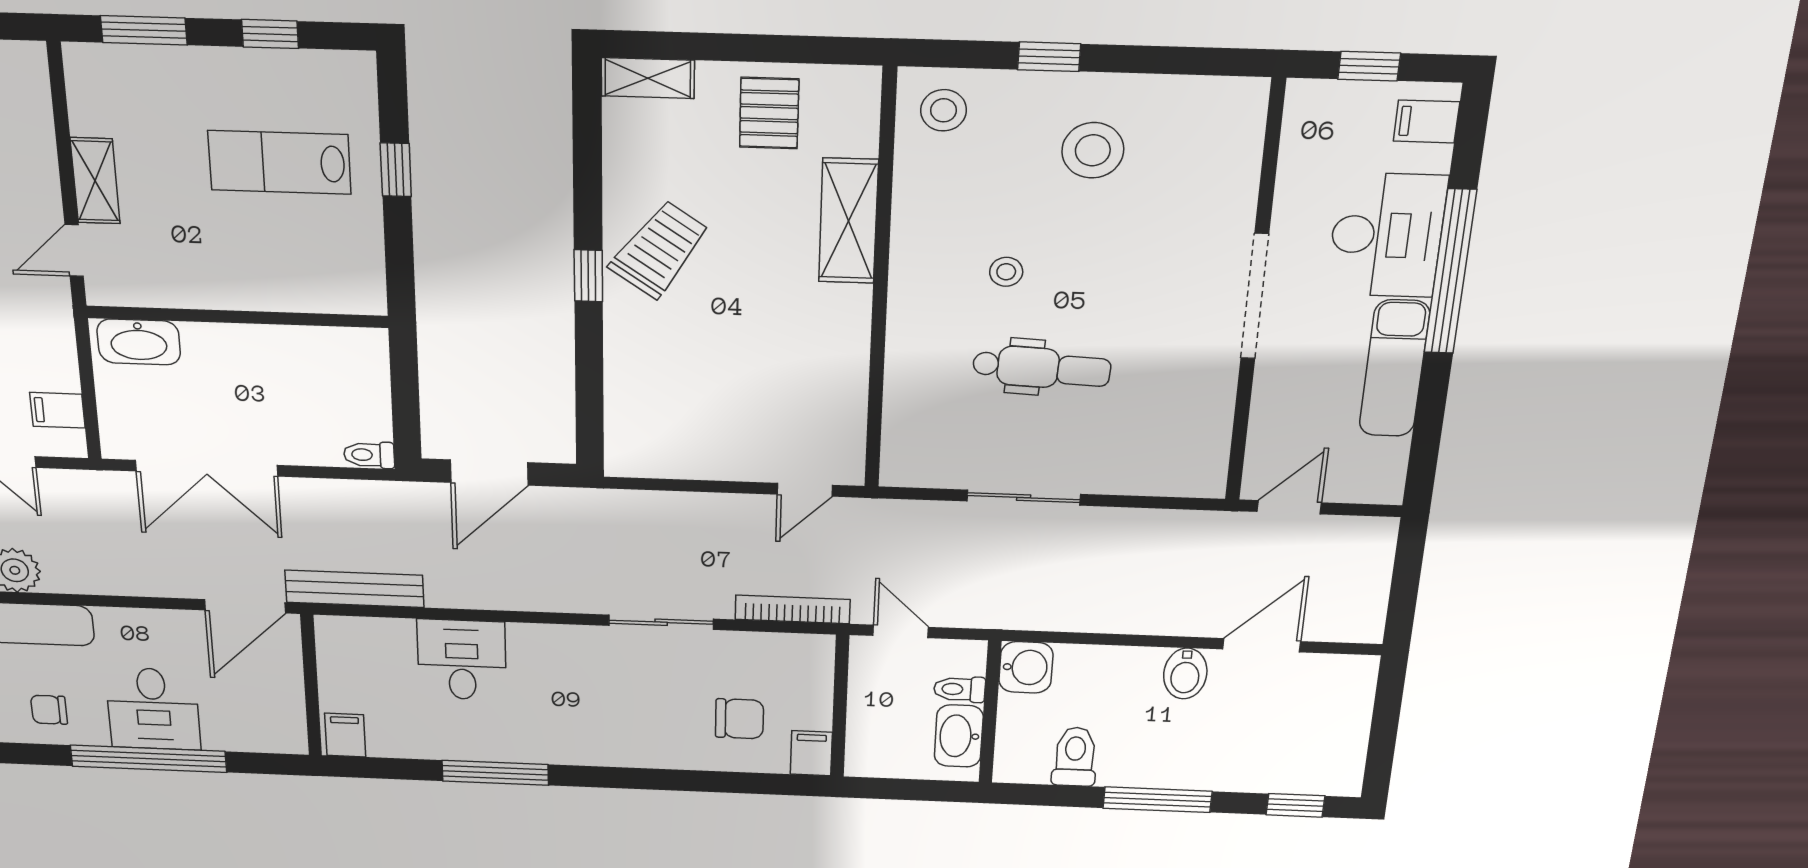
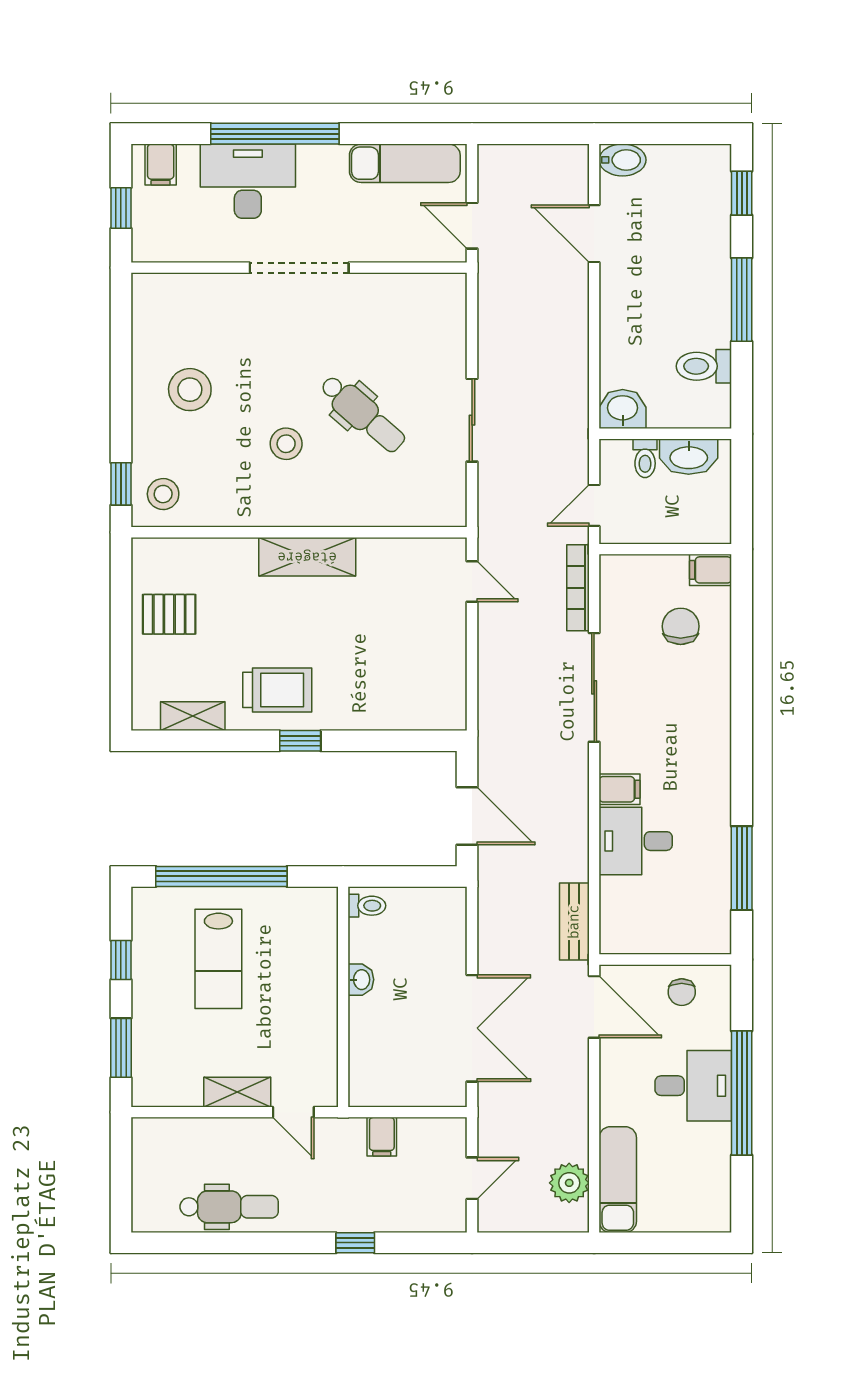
window: (1049, 57) -> (121, 484), moved
shelving: (648, 78) -> (193, 716), moved, turned 90
window: (396, 170) -> (221, 876), width x3.17
shelving: (848, 221) -> (307, 557), moved
trolley: (659, 249) -> (277, 690), turned 145
stool: (1006, 272) -> (286, 444), width x1.37, depth x1.37
washbasin: (139, 342) -> (361, 980), moved, width x0.52, depth x0.69
dental chair: (1042, 368) -> (363, 414), turned 128
exam couch: (1394, 368) -> (405, 163), moved
filing cabinet: (57, 410) -> (382, 1137), moved
toilet: (369, 455) -> (367, 906), moved, turned -90
bench: (354, 589) -> (574, 922), width x0.73
sliding door: (661, 622) -> (594, 687), width x1.37
bidet: (1185, 674) -> (623, 160), moved
chair: (49, 710) -> (682, 992), moved
filing cabinet: (345, 735) -> (620, 789), moved, turned 180
window: (495, 773) -> (742, 868), moved

